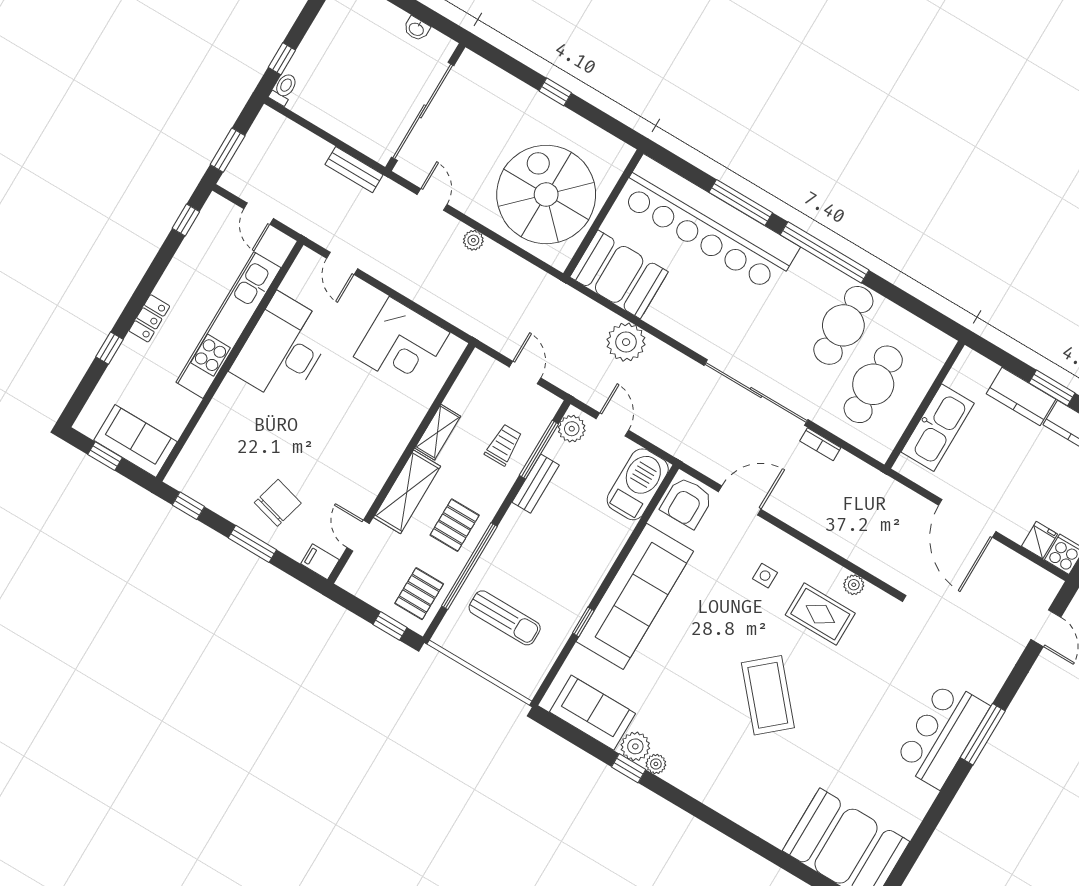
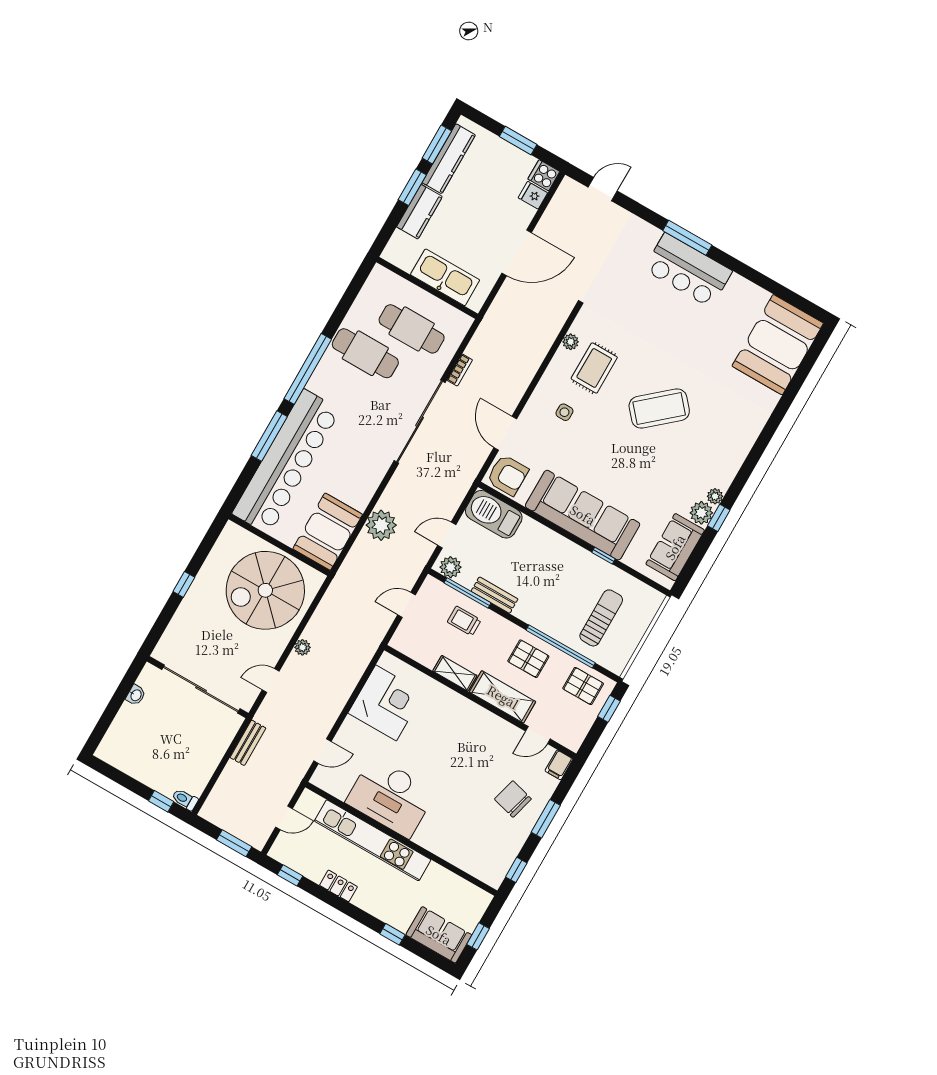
locker: (149, 318) -> (338, 886), moved
sofa: (135, 441) -> (439, 935), moved, turned 90

